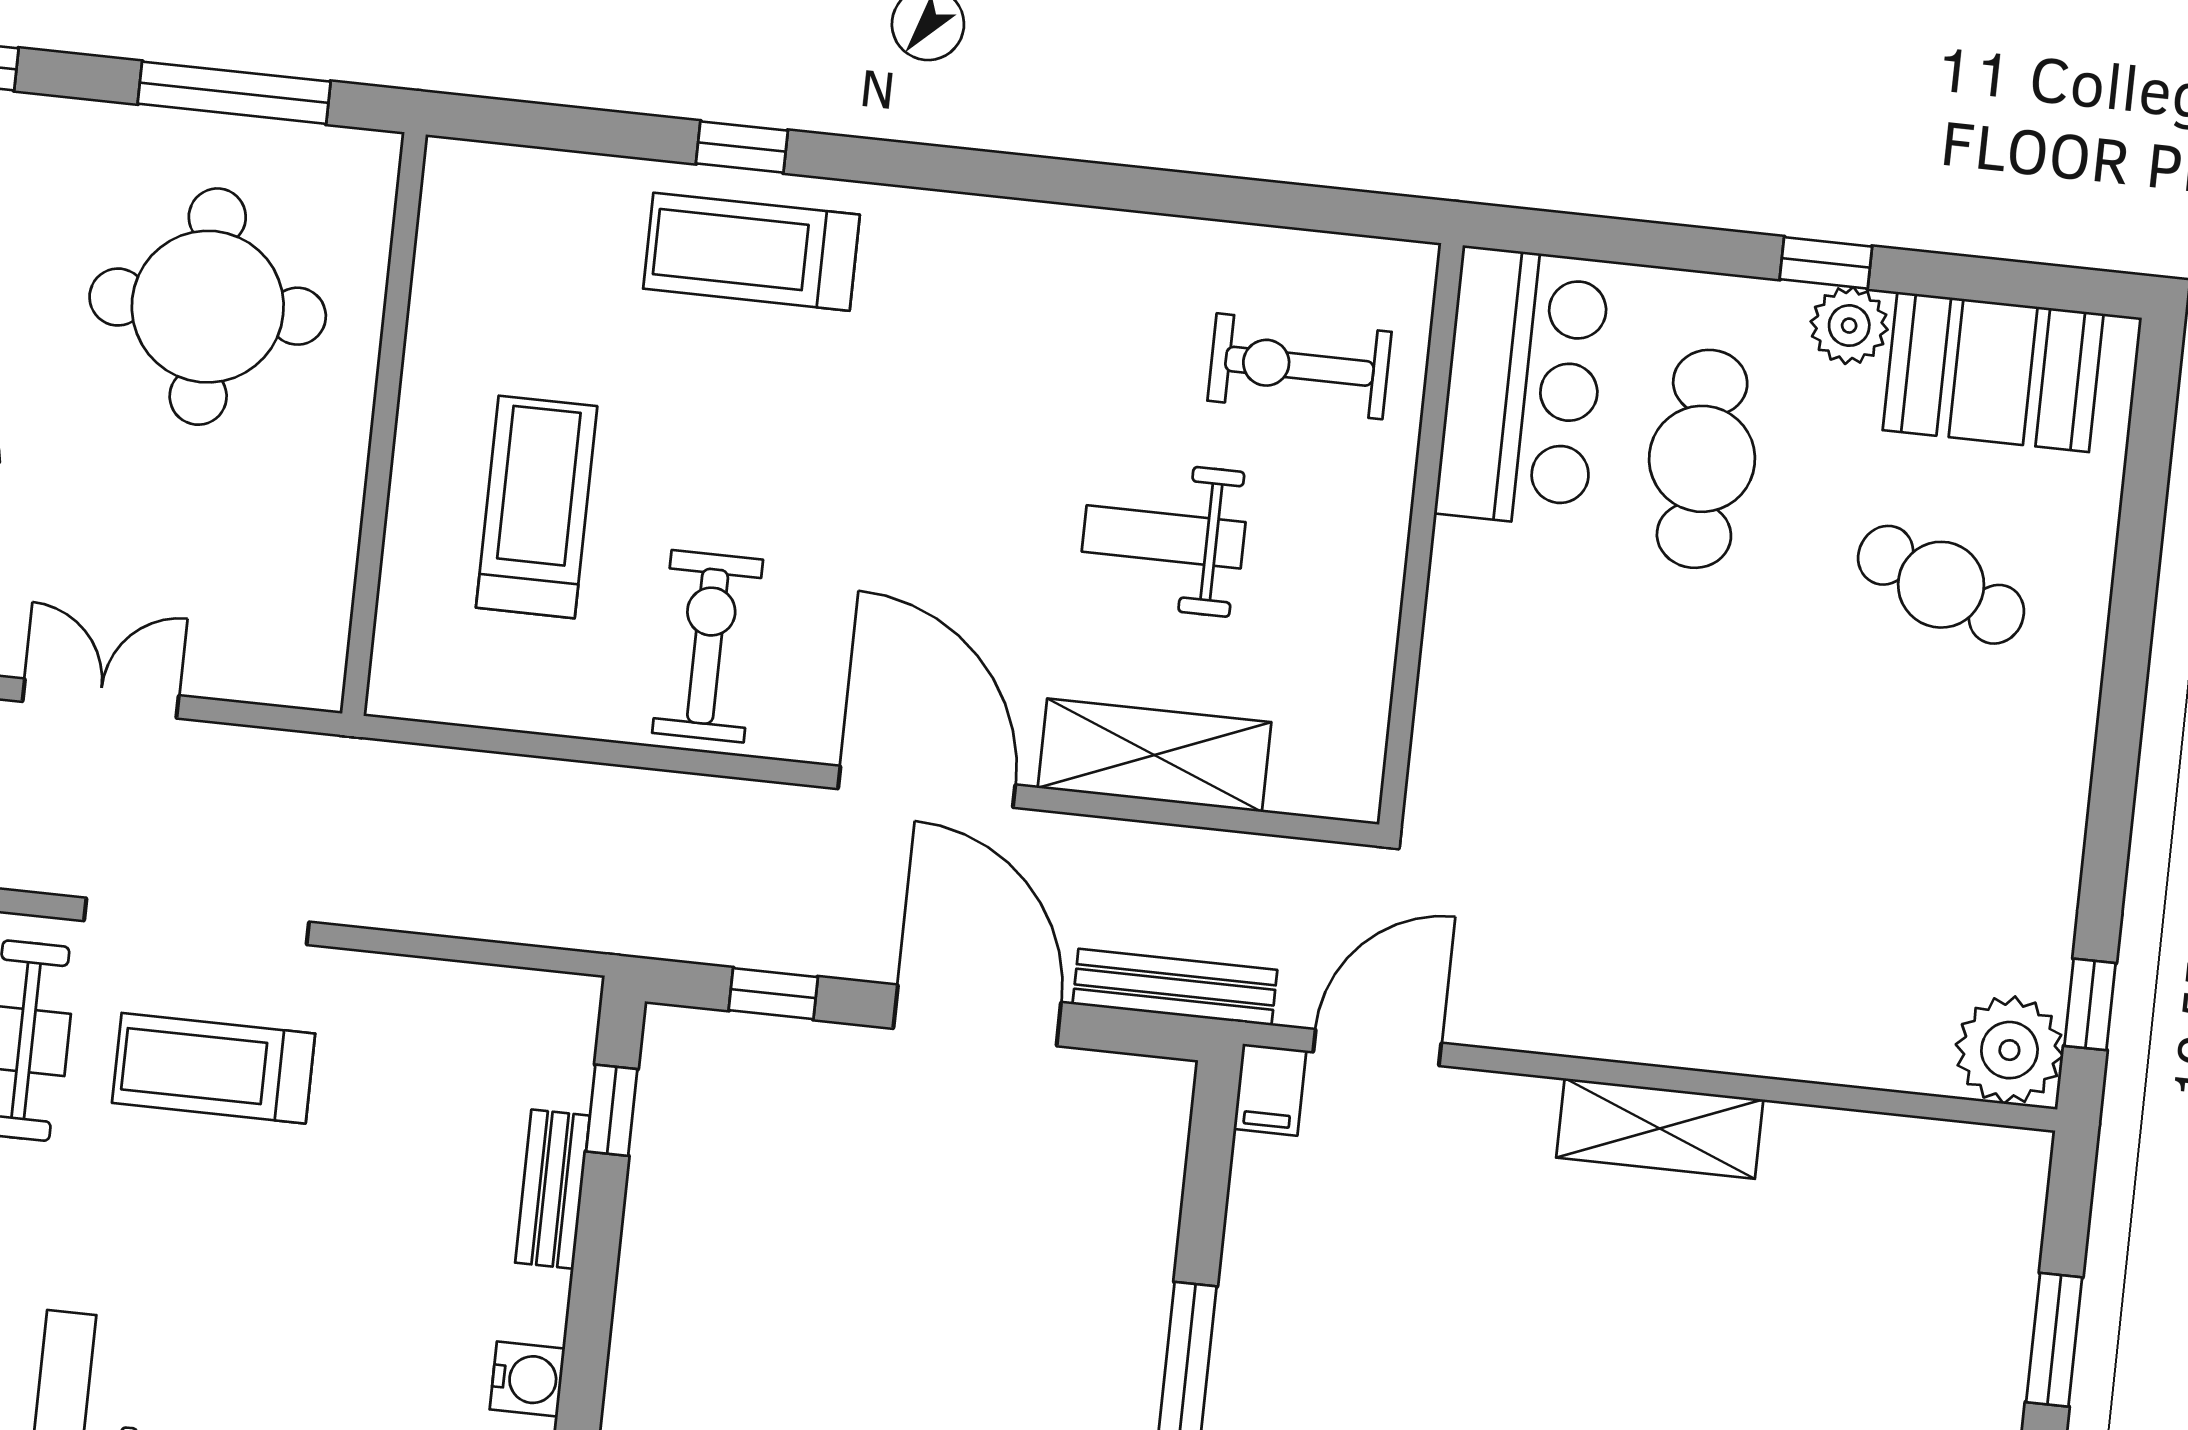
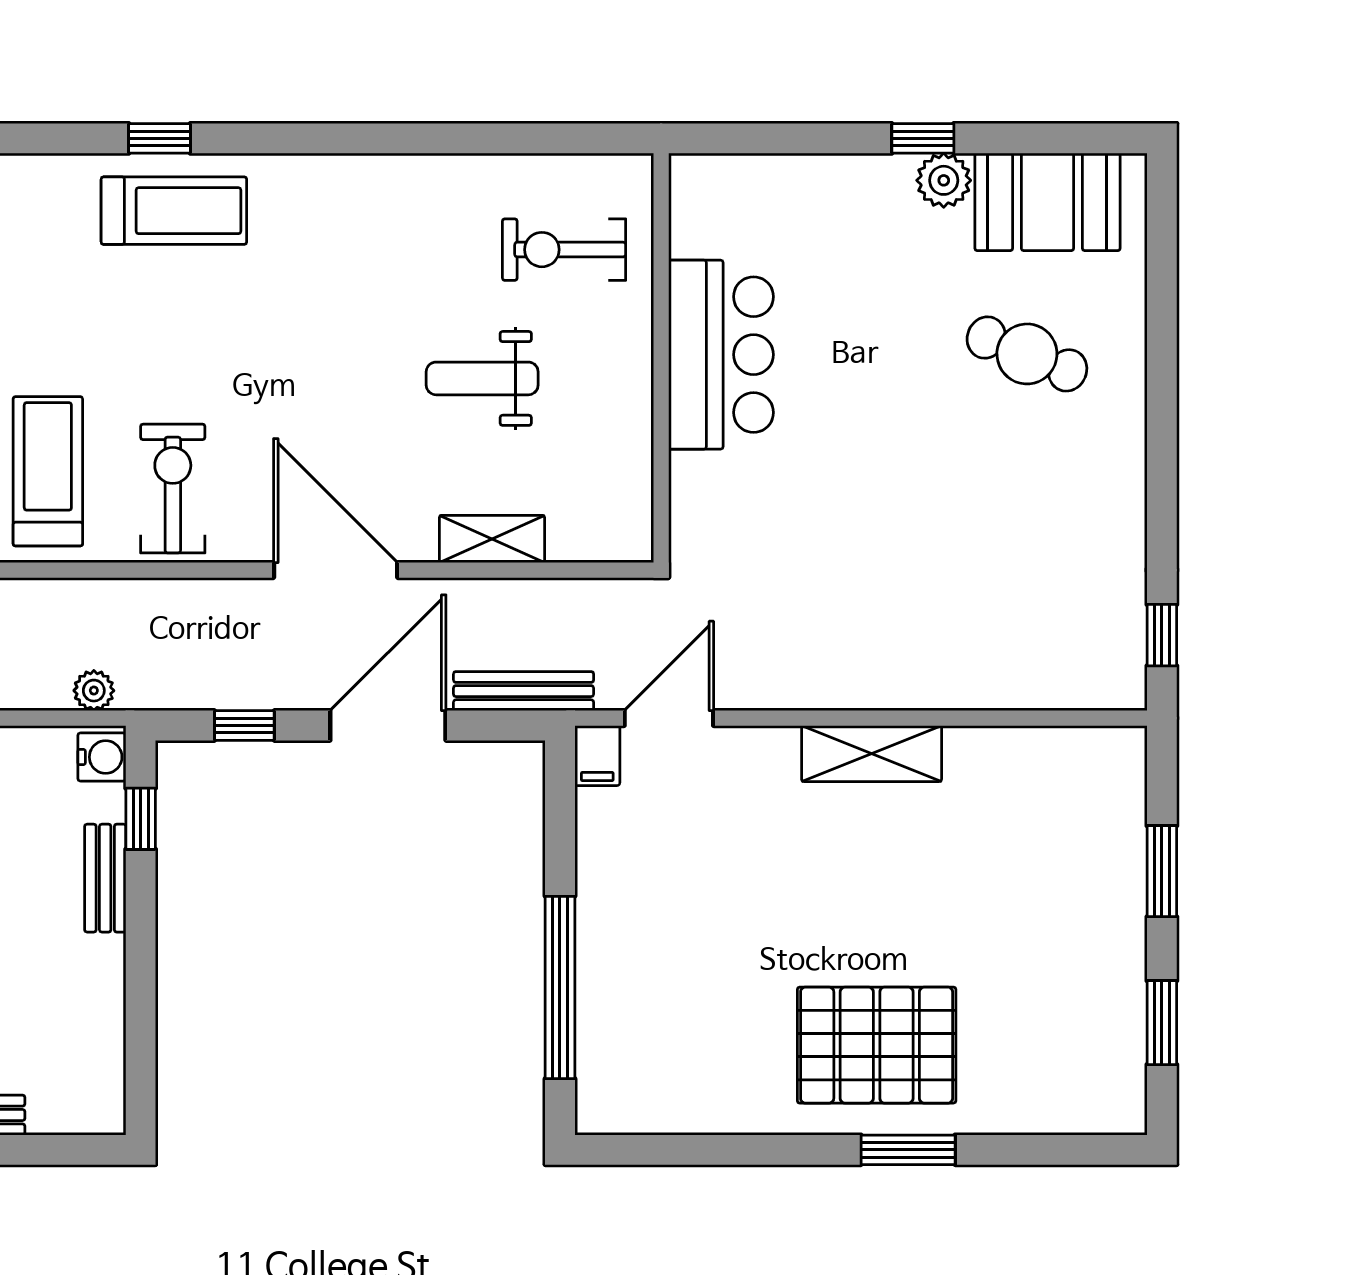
treadmill: (751, 252) -> (174, 211), turned 180
bar counter: (1523, 387) -> (721, 355), moved
cafe table: (1702, 459) -> (851, 284), removed
treadmill: (537, 507) -> (48, 471), moved
shelving: (1154, 755) -> (492, 539), width x0.67, depth x0.75
door: (977, 1015) -> (388, 726), hinge flipped
plant: (2009, 1050) -> (94, 691), moved, width x0.53, depth x0.53
water cooler: (527, 1379) -> (102, 757), moved

